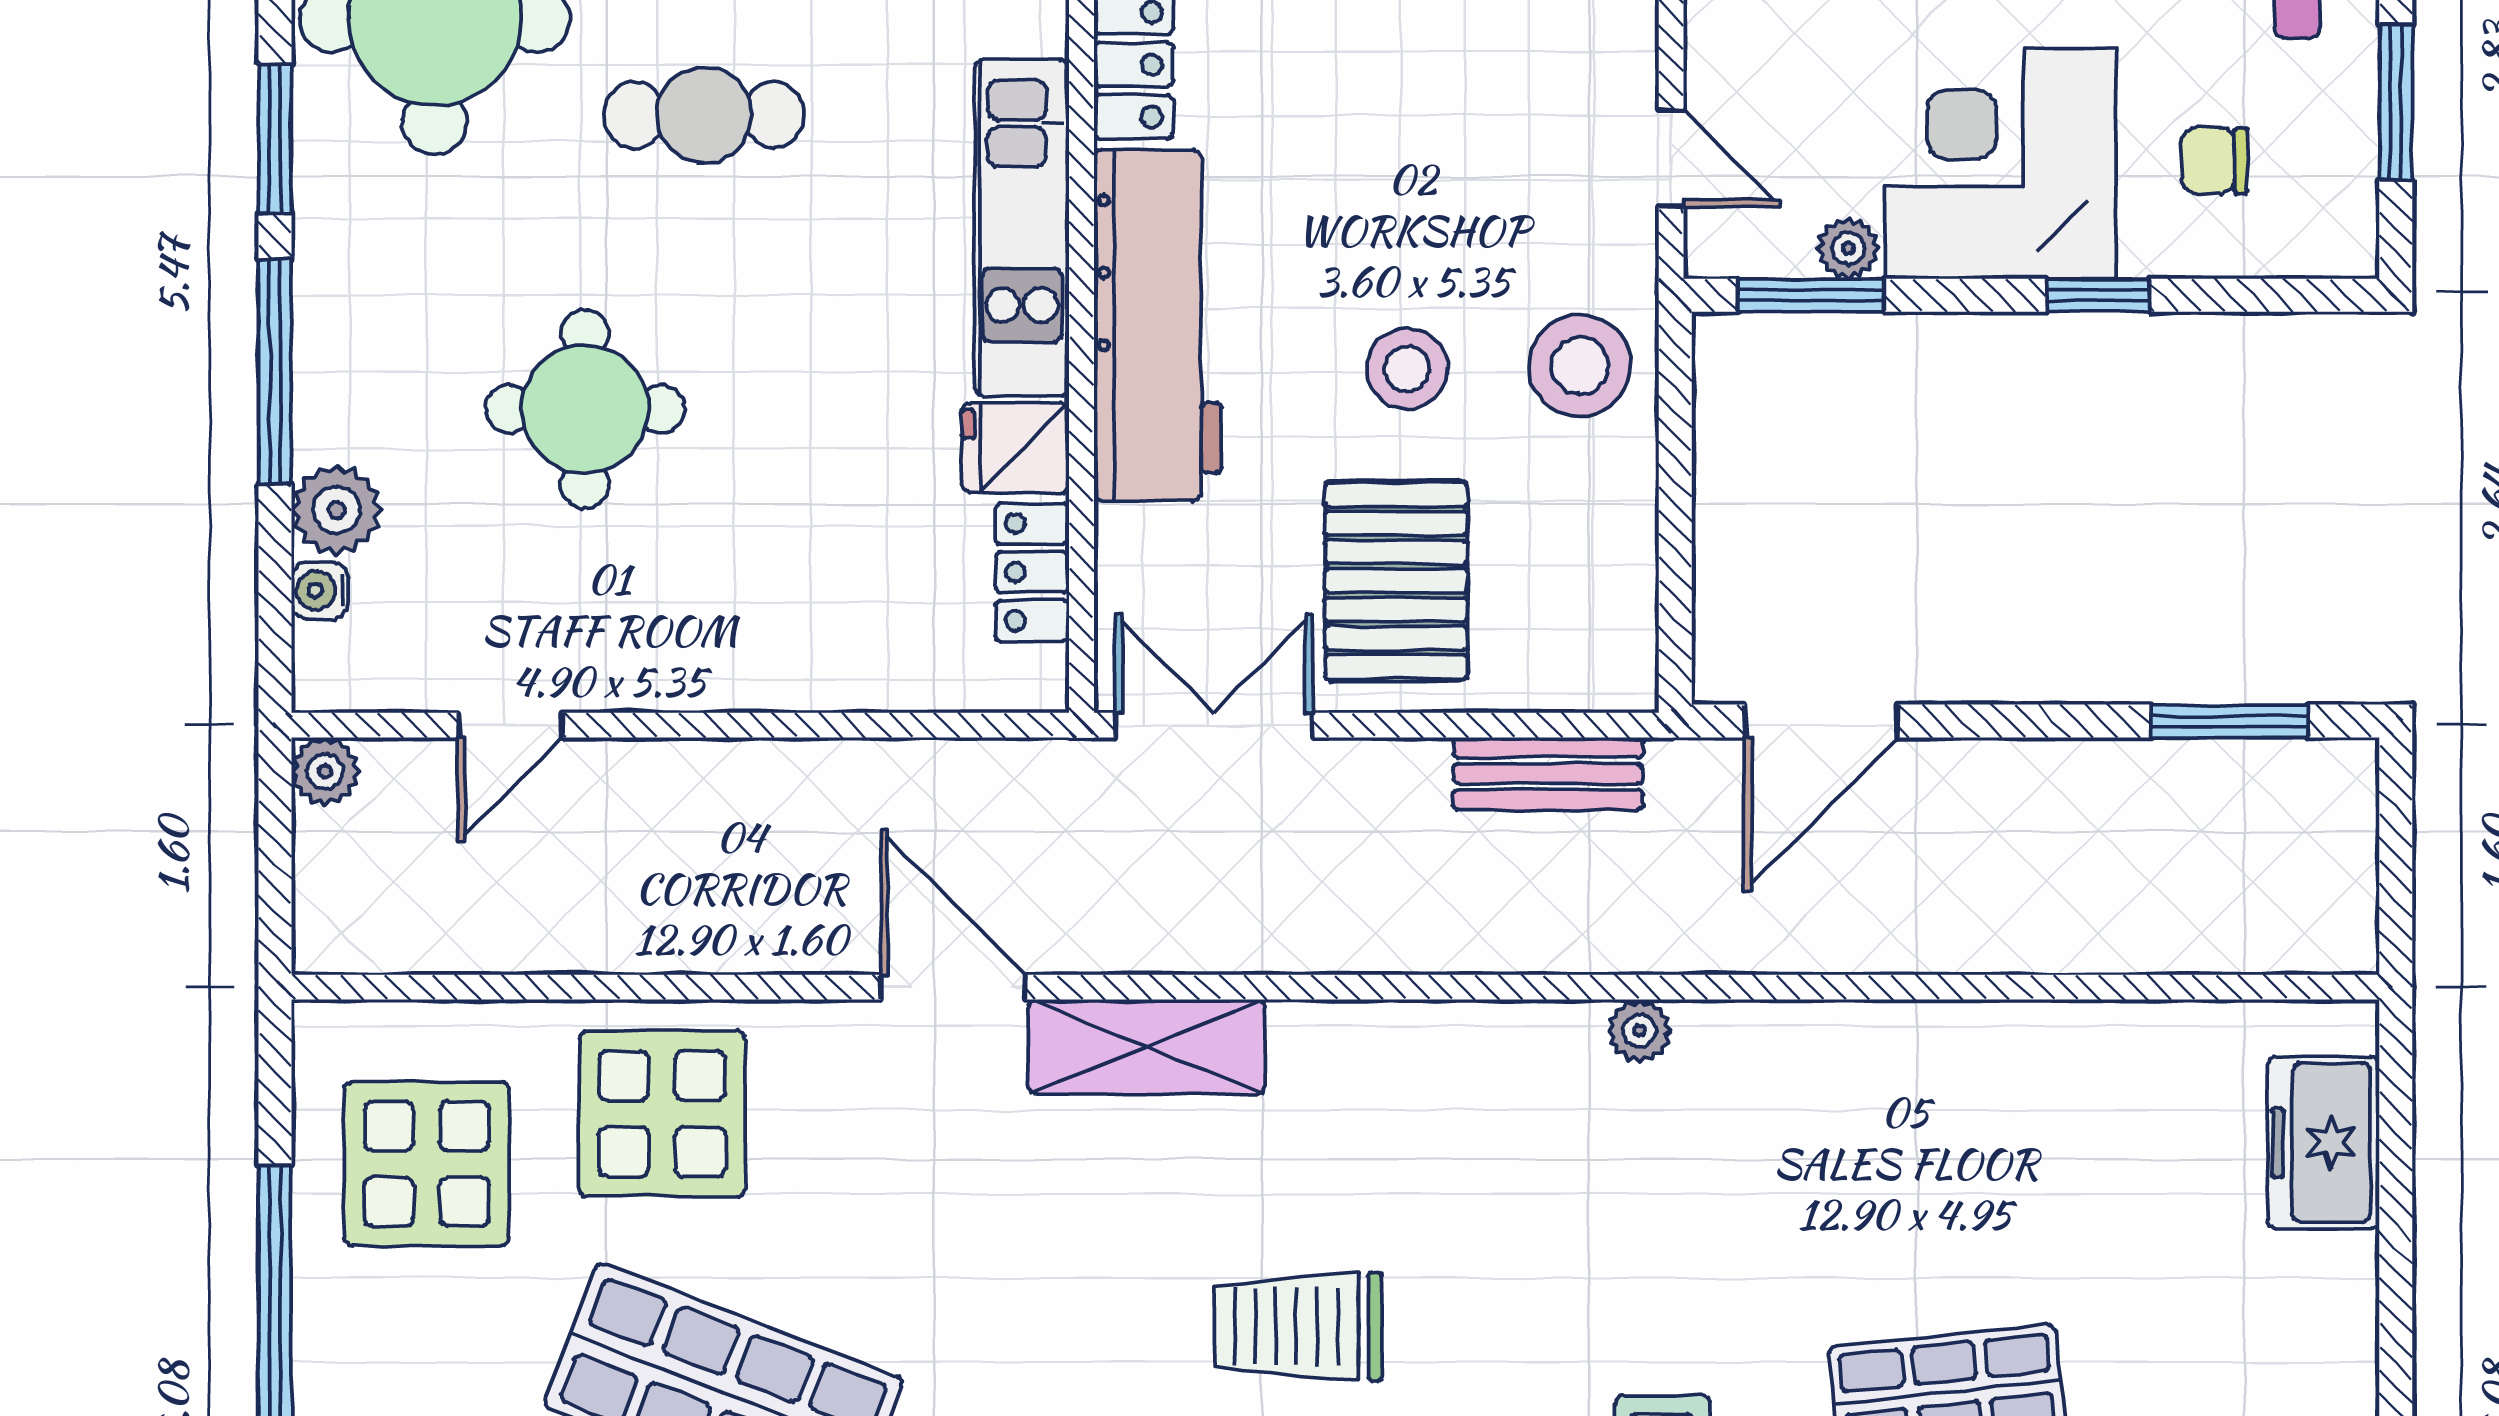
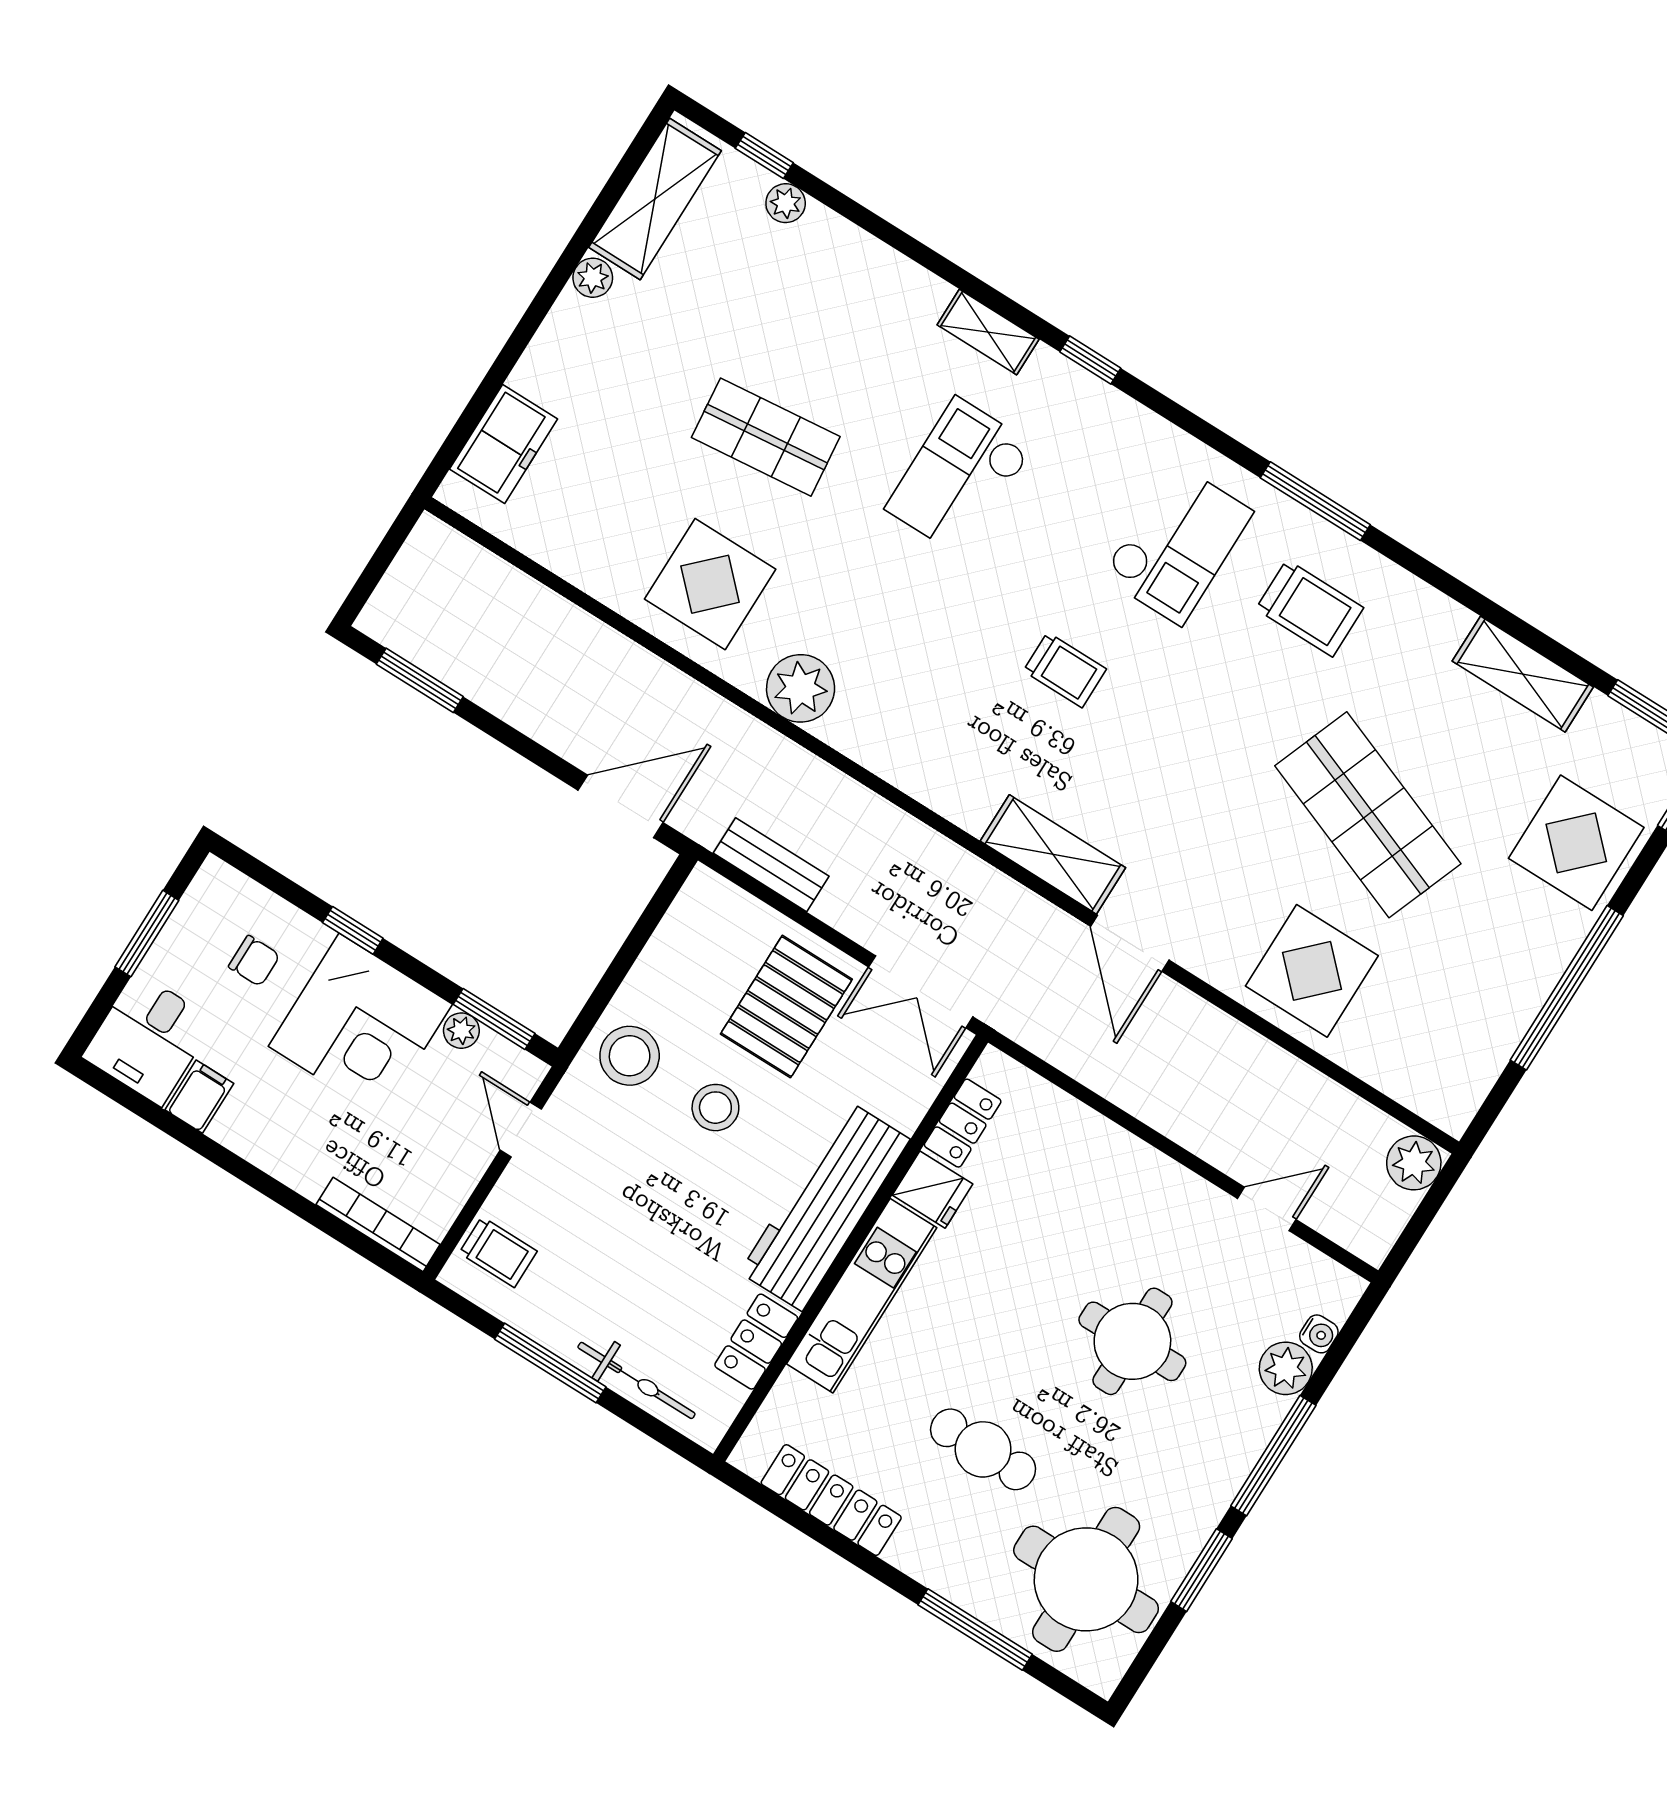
plant: (325, 771) -> (1414, 1163), moved, width x1.38, depth x1.38
plant: (1639, 1031) -> (801, 688), width x1.87, depth x1.87
display table: (427, 1164) -> (710, 584), moved
trolley: (1298, 1326) -> (1065, 670), width x0.73, depth x0.72

